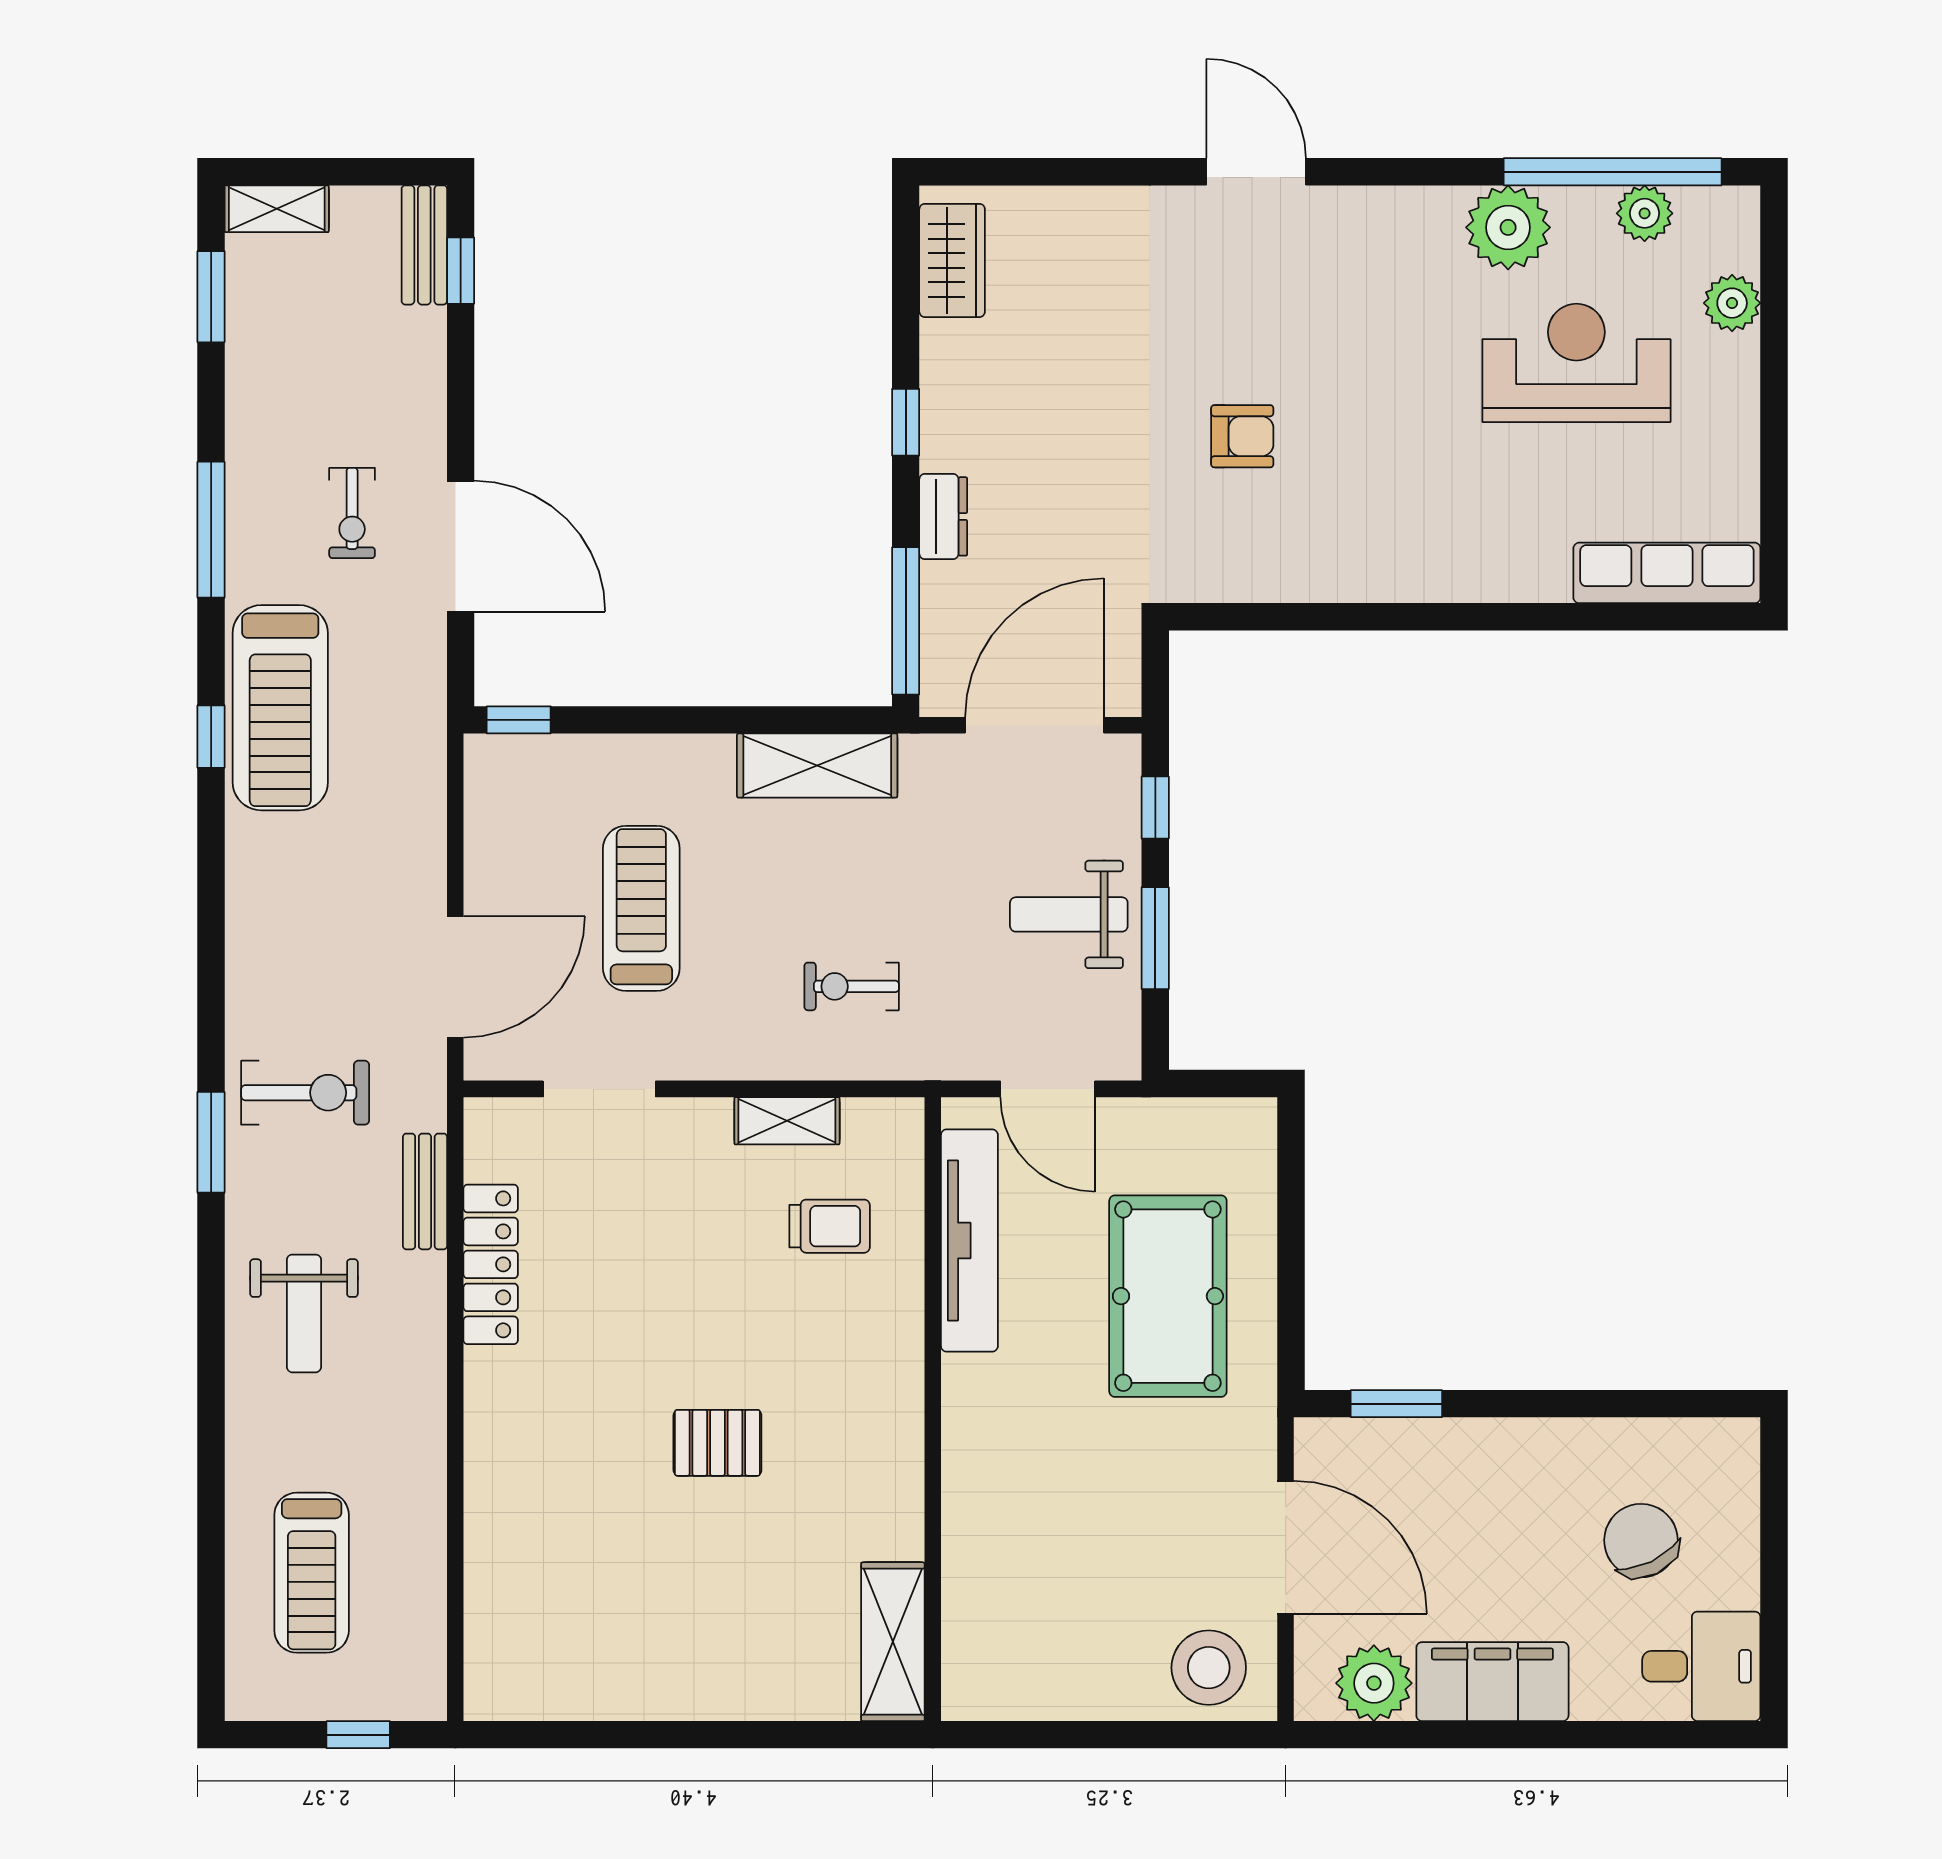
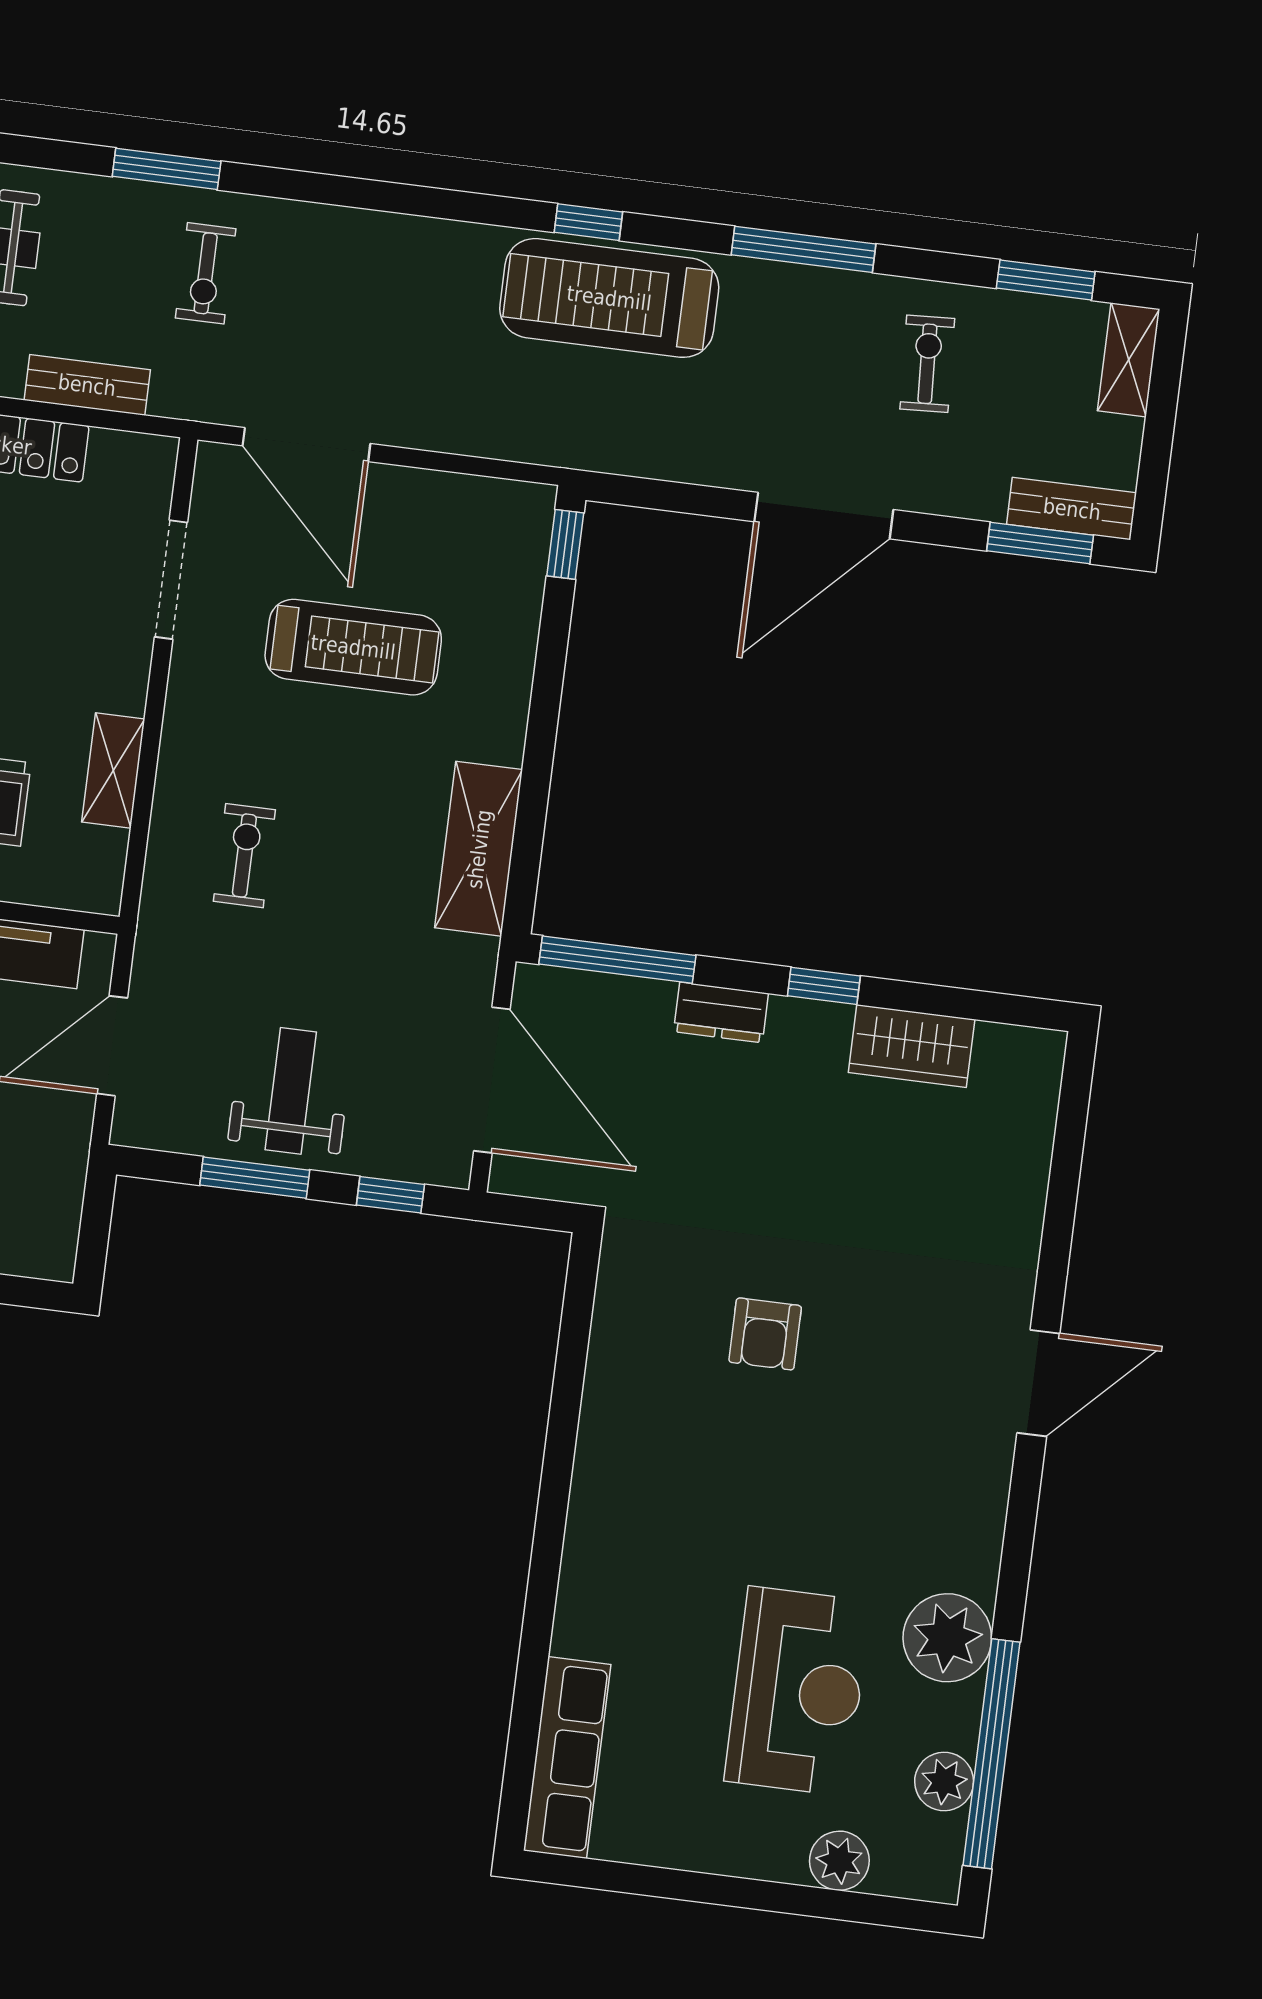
wardrobe: (952, 260) -> (912, 1046), moved
window: (461, 271) -> (1040, 543), width x1.50
exercise bike: (352, 513) -> (927, 364), moved, turned 87
door: (461, 546) -> (824, 516), moved
exercise bike: (305, 1093) -> (206, 273), width x0.73, depth x0.72

